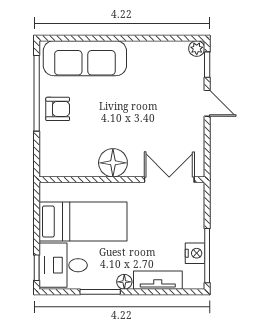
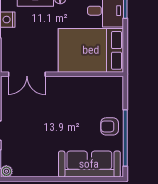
floor lamp: (113, 163) -> (69, 87), removed
bed: (83, 221) -> (91, 50), width x1.50

